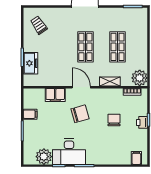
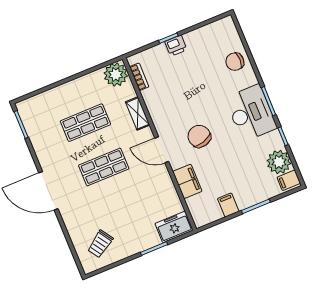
freezer: (30, 63) -> (174, 227), moved
door: (81, 87) -> (162, 150), hinge flipped
chair: (114, 120) -> (235, 62), moved
desk: (69, 152) -> (251, 113), moved
filing cabinet: (136, 158) -> (289, 180), moved

